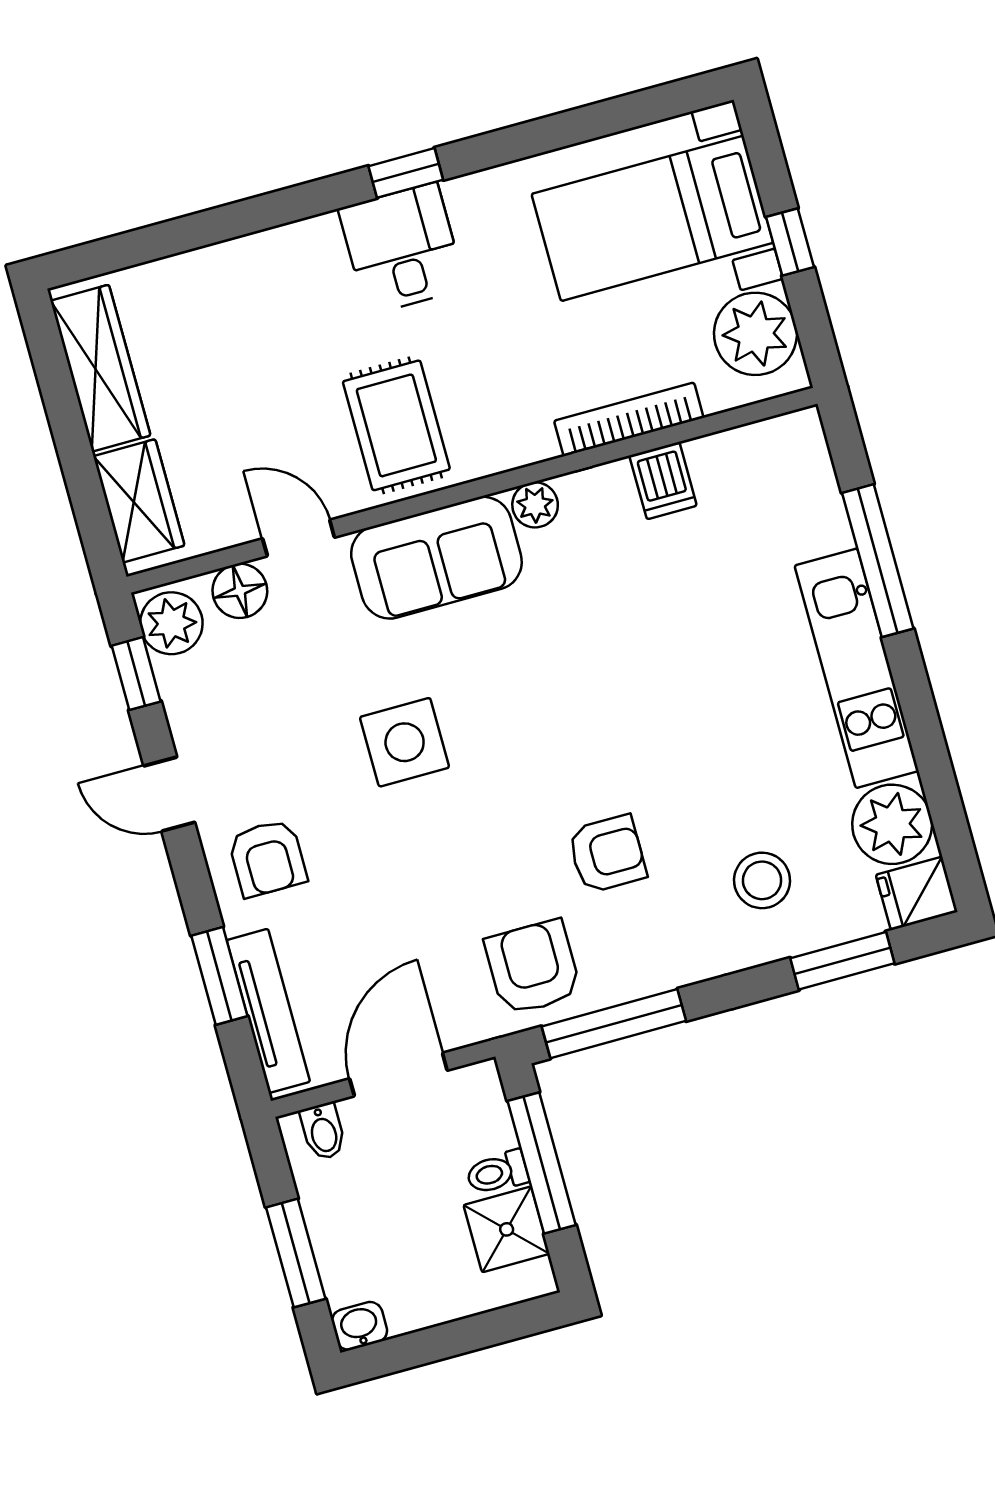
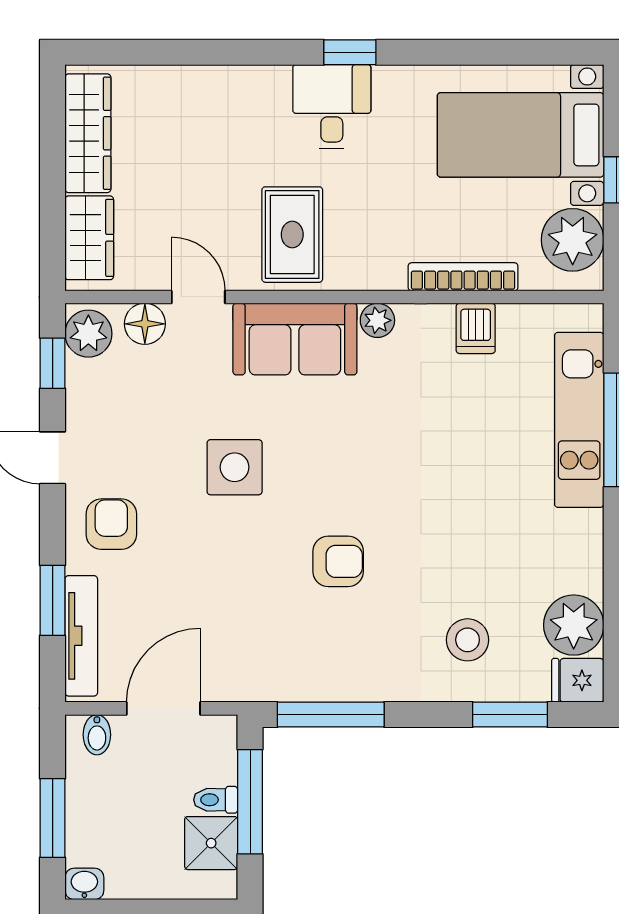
kitchen unit: (857, 668) -> (579, 420), moved
armchair: (607, 854) -> (338, 561), moved
armchair: (267, 858) -> (111, 524), turned 180
armchair: (533, 967) -> (283, 657), removed

